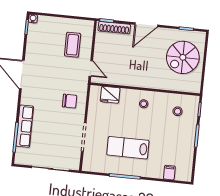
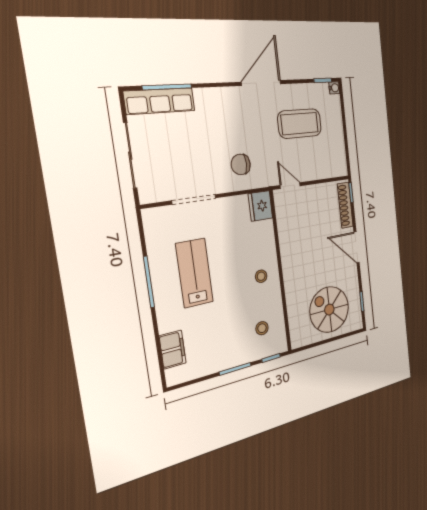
coffee table: (73, 45) -> (300, 124), moved, width x1.36, depth x1.32
door: (91, 69) -> (290, 186), swing flipped
fridge: (110, 95) -> (260, 206), moved
chair: (70, 101) -> (241, 164), turned 90
row of seats: (25, 126) -> (160, 101), moved
filing cabinet: (169, 173) -> (173, 350), width x2.00

